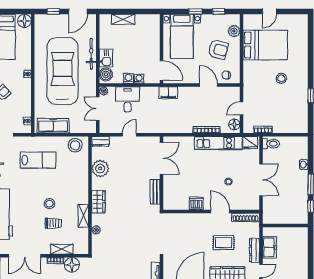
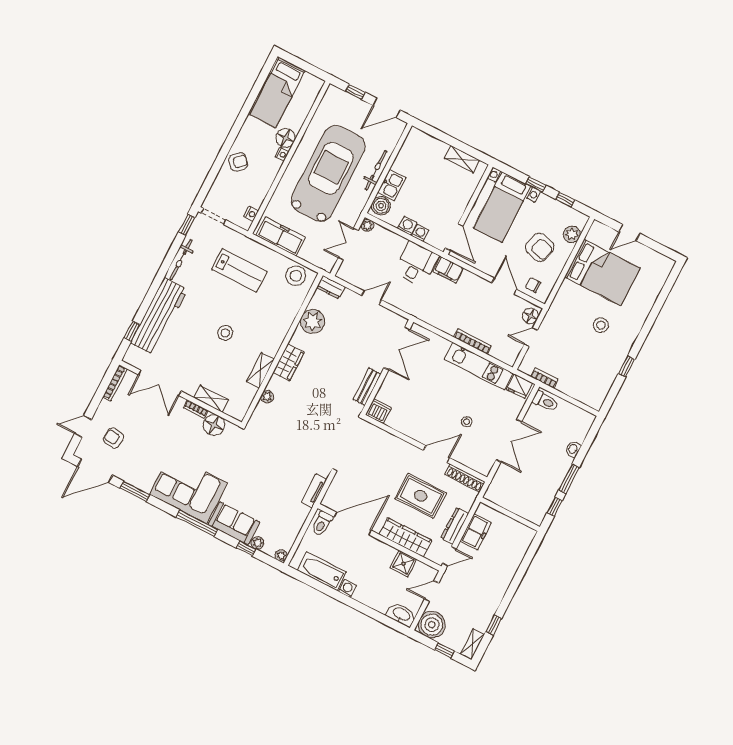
shelving: (123, 19) -> (462, 159), moved
floor lamp: (24, 21) -> (286, 138), moved
desk: (128, 99) -> (416, 264), moved
floor lamp: (234, 124) -> (530, 316), moved
dishwasher: (196, 203) -> (378, 411), moved
door: (220, 211) -> (437, 454), hinge flipped
trolley: (53, 223) -> (217, 360), removed
rug: (224, 243) -> (421, 496), width x1.36, depth x1.43

